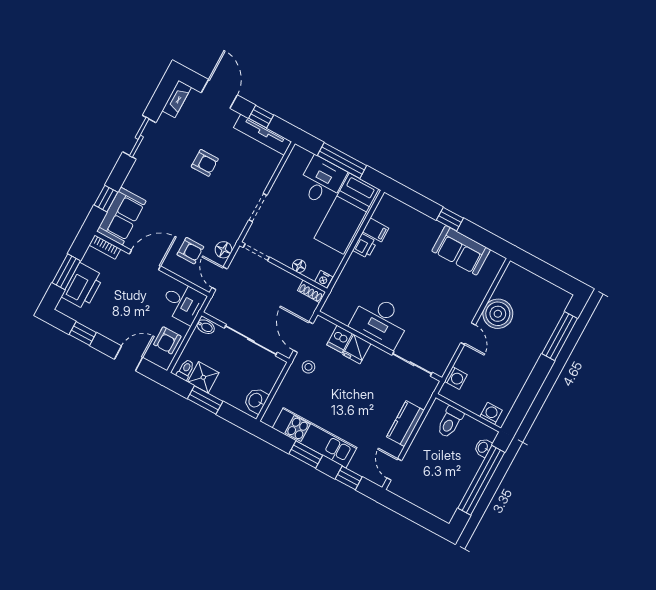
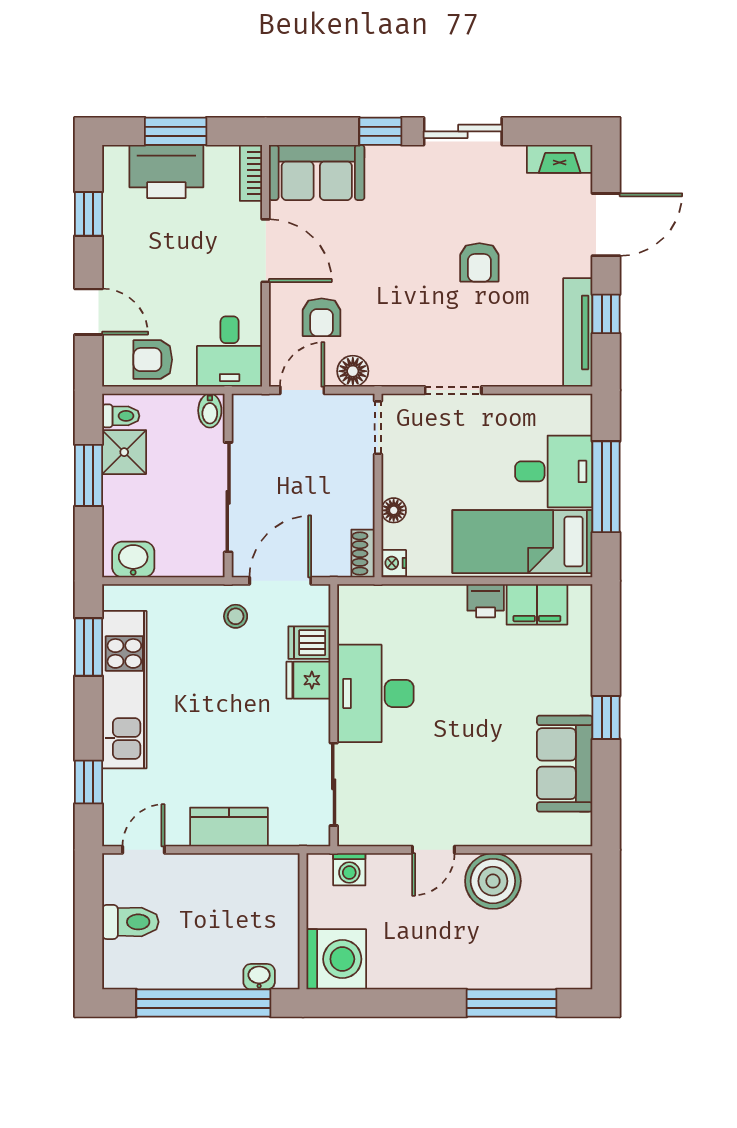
window: (106, 199) -> (380, 131), moved
filing cabinet: (376, 230) -> (537, 604), width x2.00
washing machine: (491, 413) -> (336, 959), width x1.89, depth x1.89
toilet: (450, 422) -> (130, 922), moved, turned 180
window: (306, 455) -> (89, 647), moved

